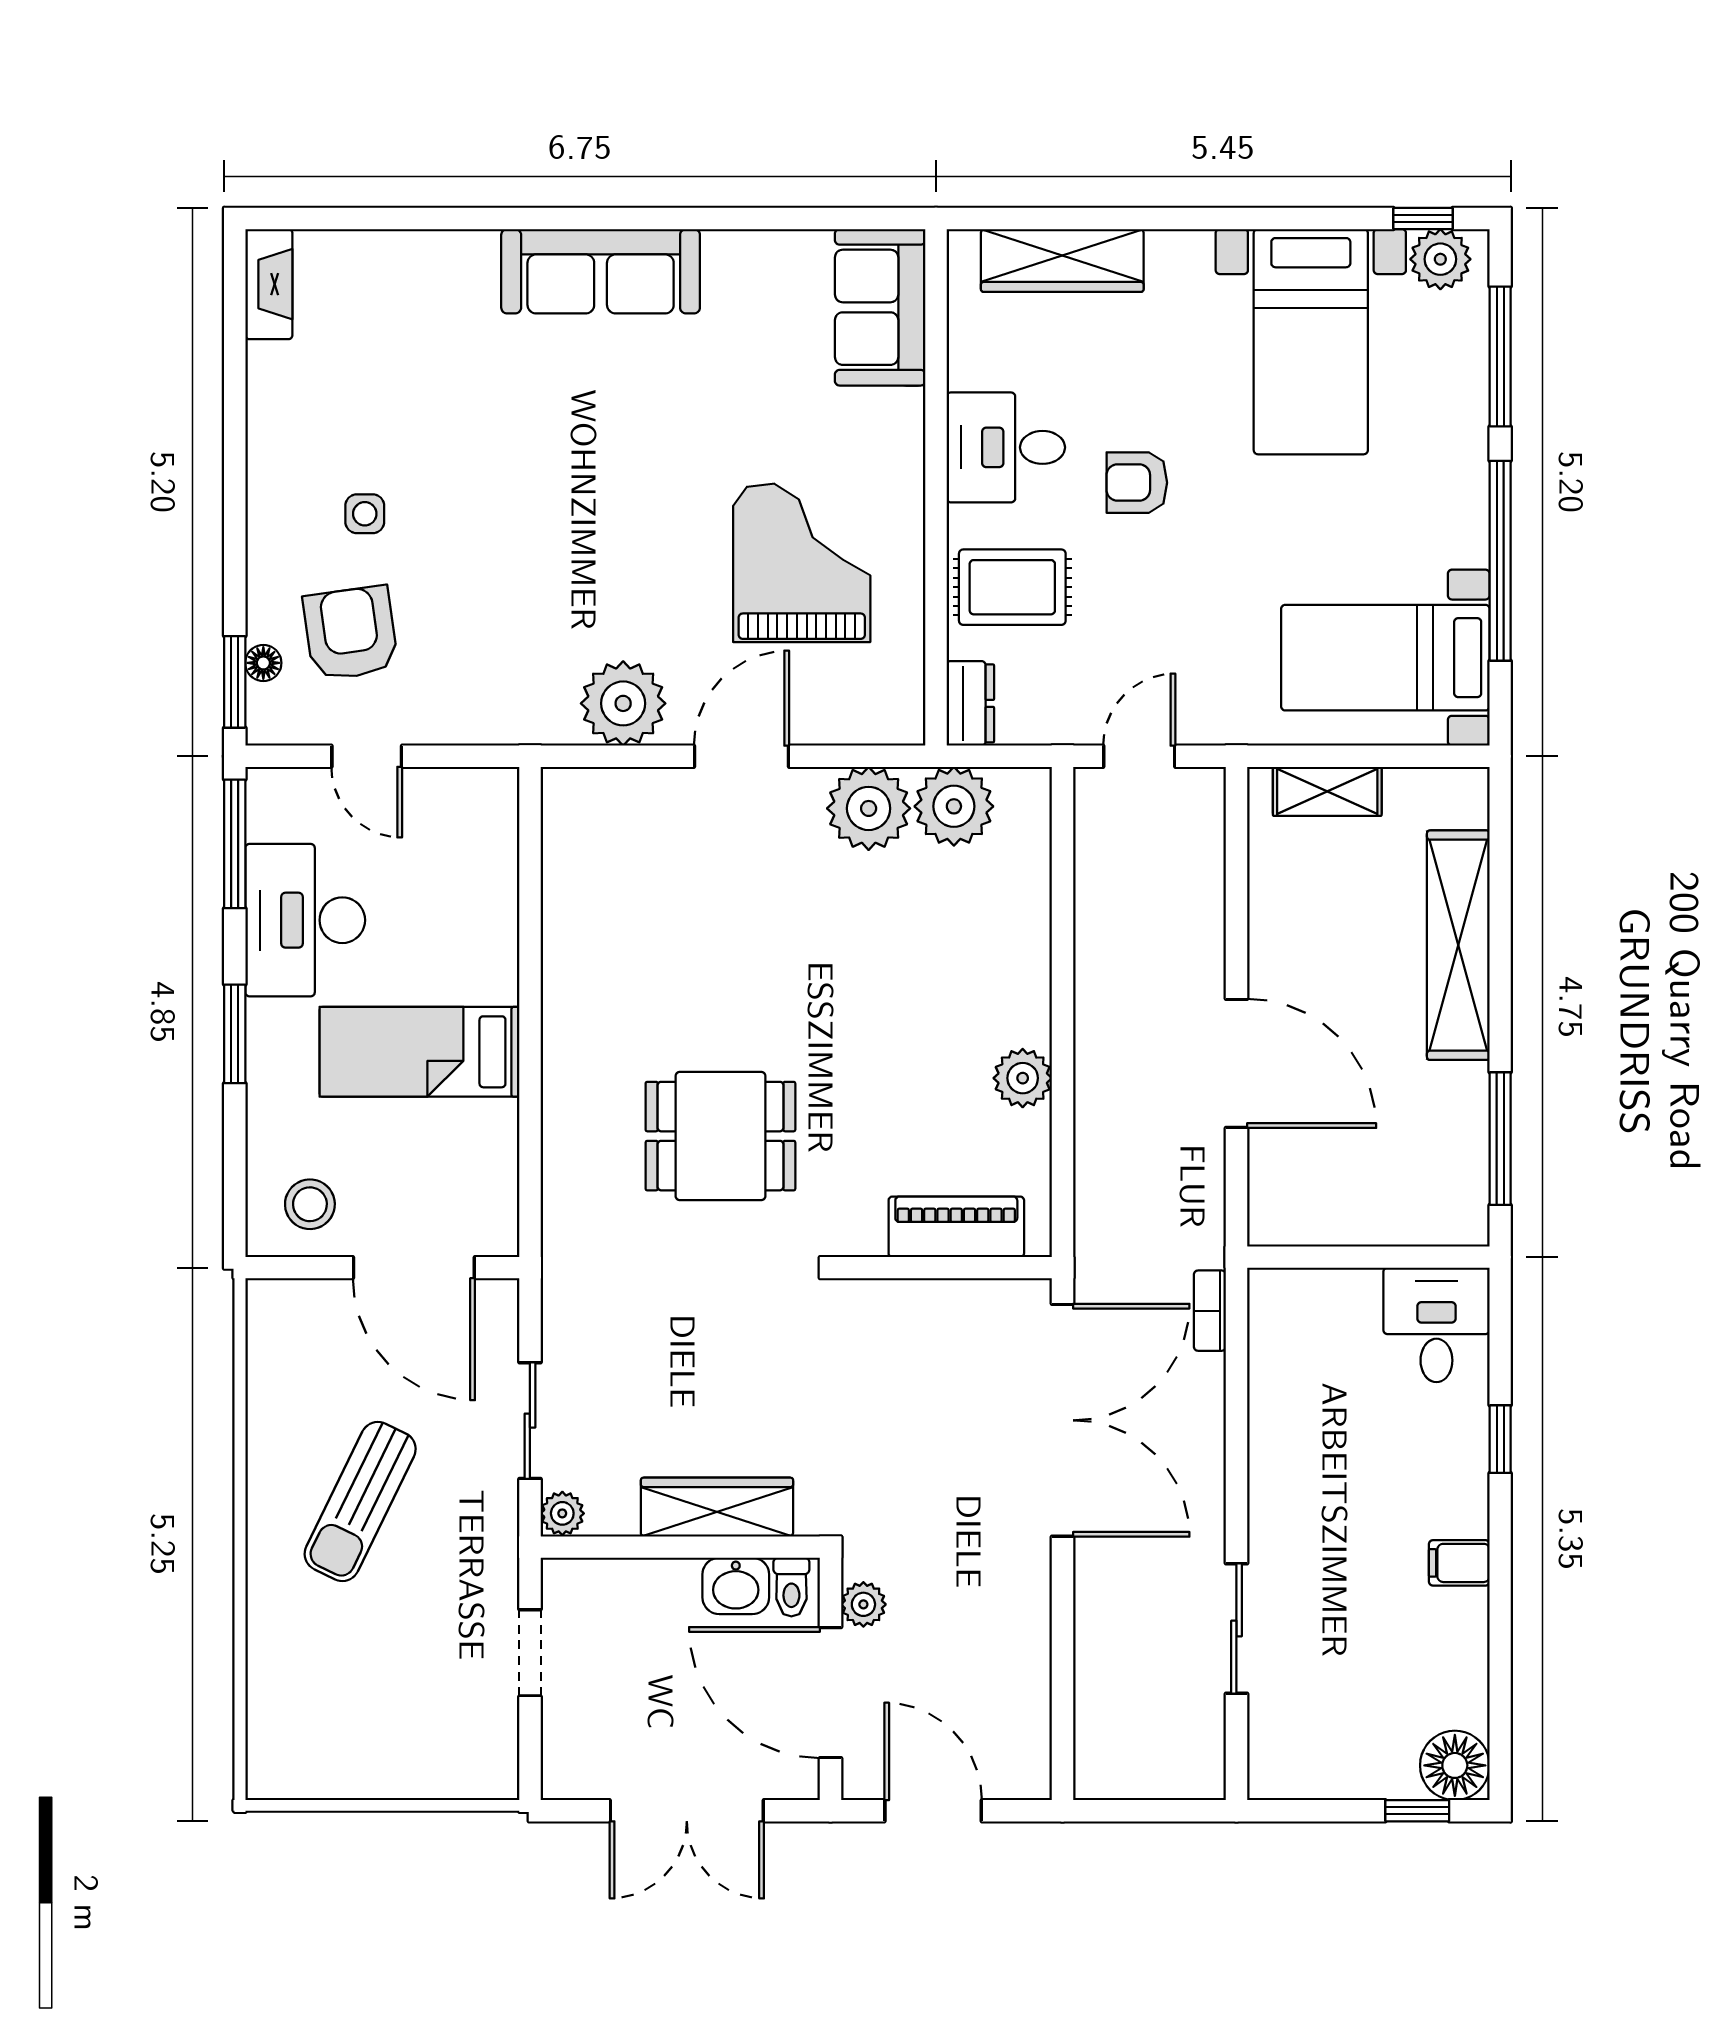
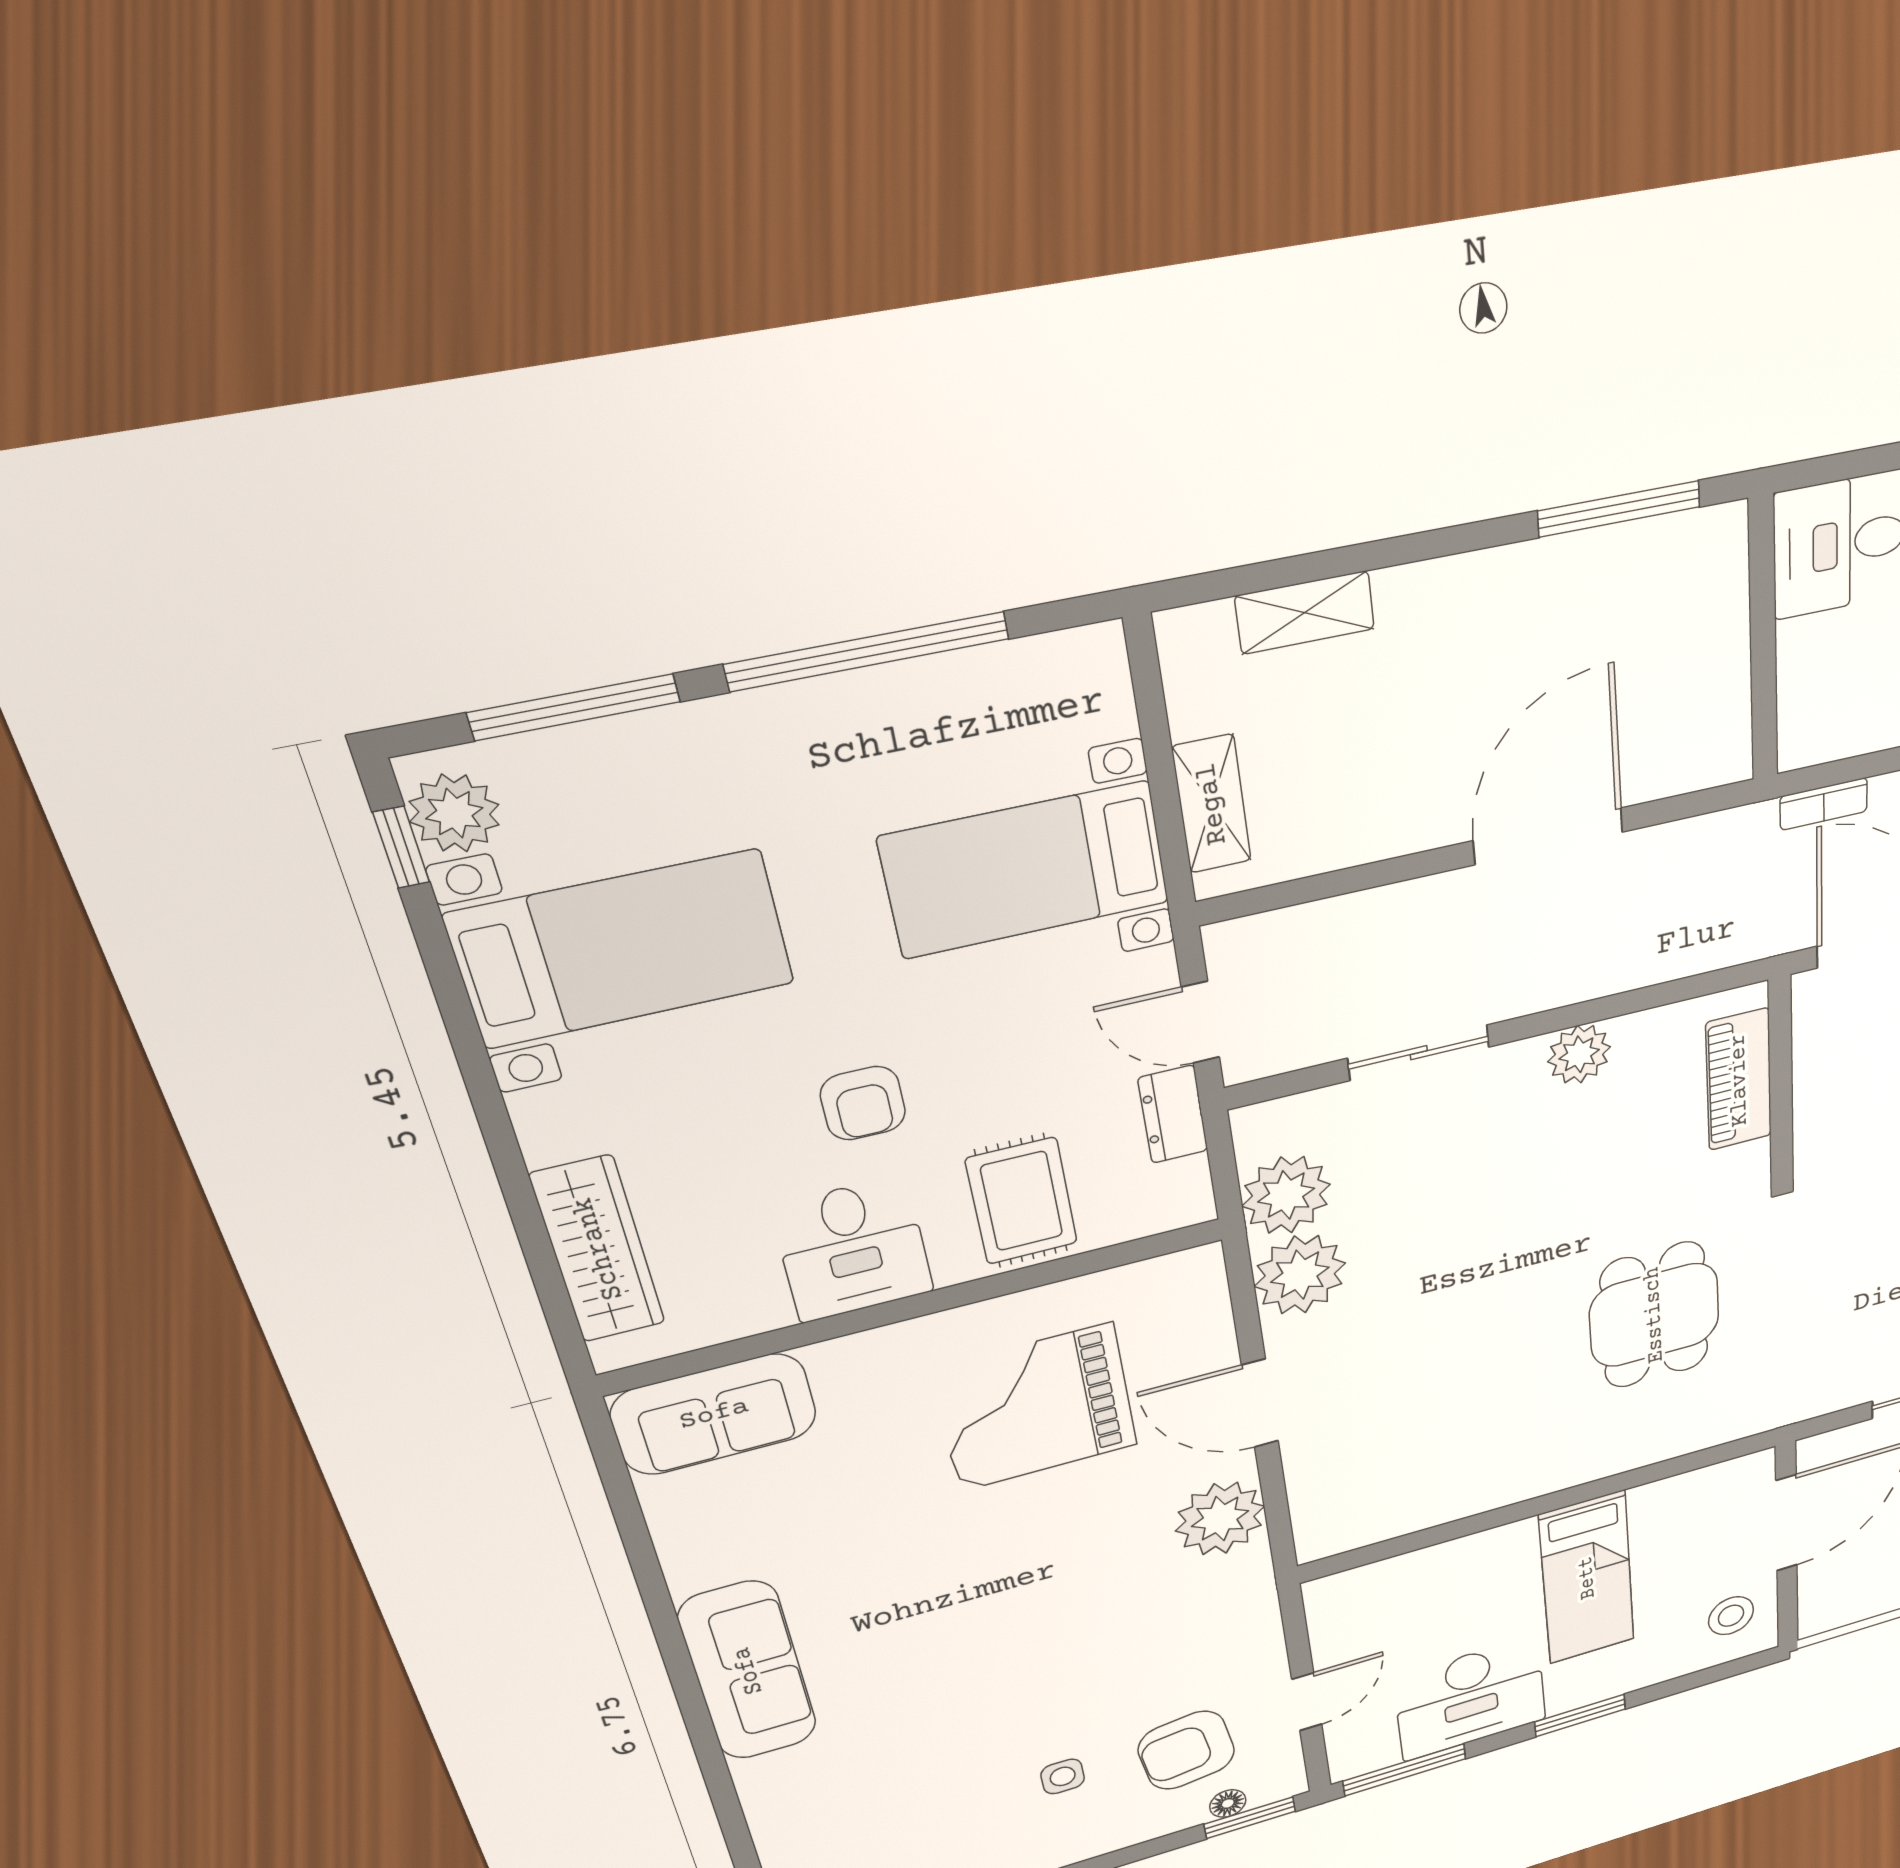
bed with nightstands: (1385, 658) -> (1026, 870), moved, turned 90
dresser: (970, 703) -> (1173, 1114), moved, turned -90
sliding door: (1063, 936) -> (1419, 1053), added
shelving: (1458, 945) -> (1305, 613), width x0.45, depth x0.75

